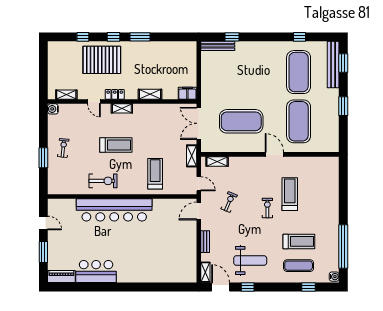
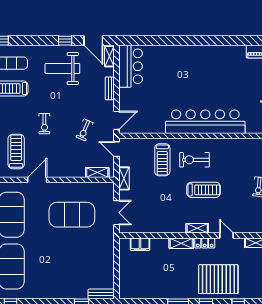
bench: (218, 46) -> (101, 294), width x0.73
filing cabinet: (187, 93) -> (140, 244), moved
shelving: (150, 94) -> (181, 243), moved
double door: (199, 123) -> (117, 213), width x0.73
treadmill: (116, 145) -> (204, 190), turned 180
door: (274, 154) -> (37, 180), swing flipped
exercise bike: (103, 181) -> (194, 160), moved
treadmill: (290, 194) -> (16, 152), moved, turned 180
bar counter: (96, 272) -> (130, 66), moved, turned -90

